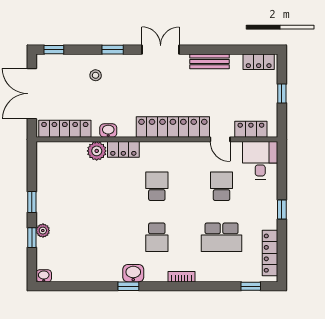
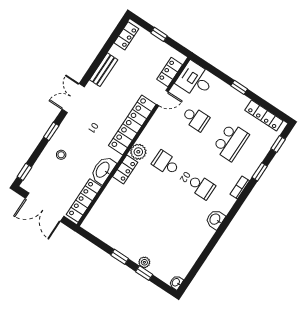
washbasin: (108, 131) -> (103, 170), width x1.91, depth x1.45
plant: (97, 151) -> (138, 152), moved
school desk: (222, 186) -> (196, 118), turned 180
window: (128, 286) -> (260, 172), moved

